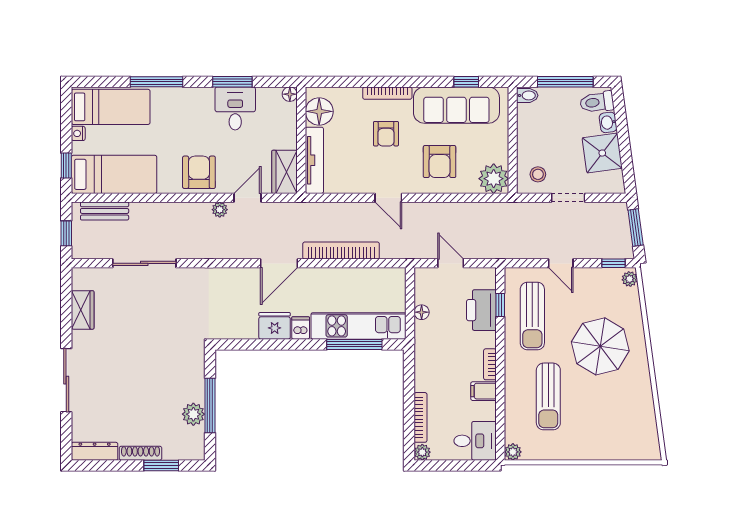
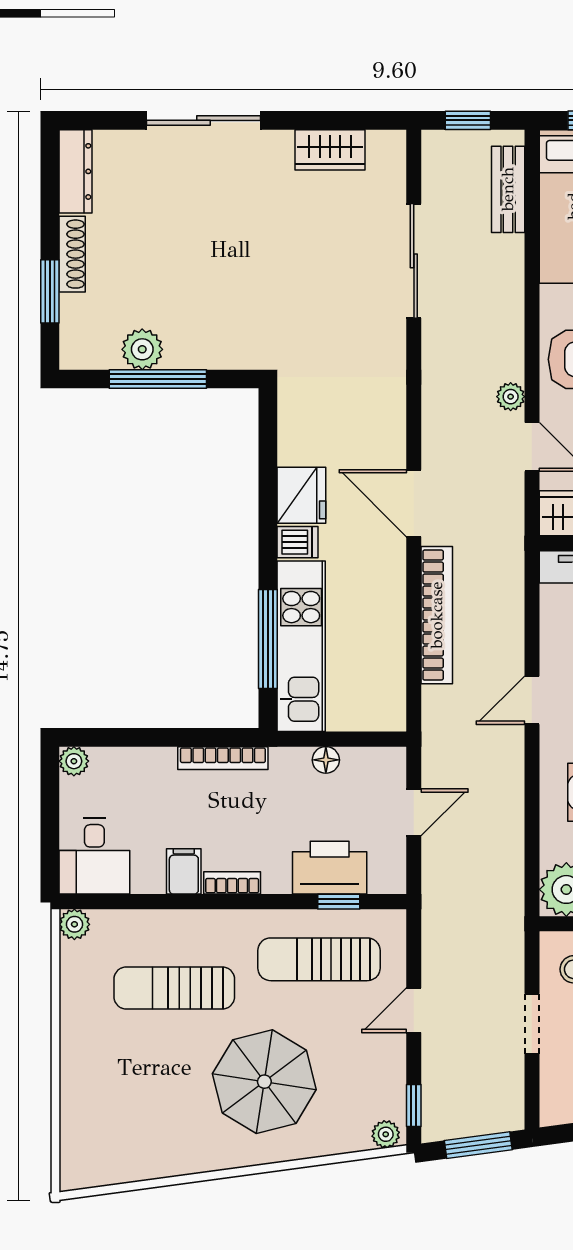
bookcase: (421, 417) -> (223, 758), moved

